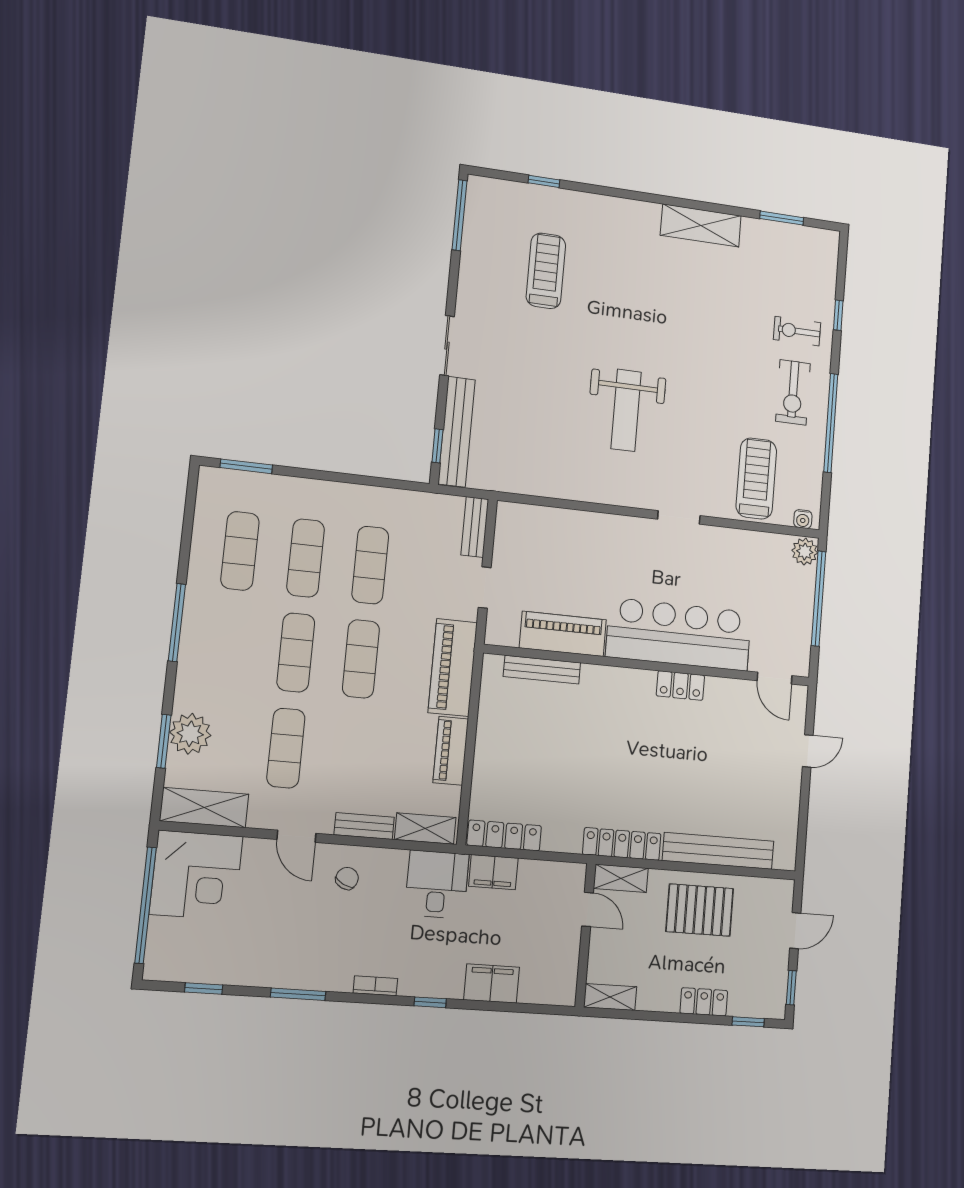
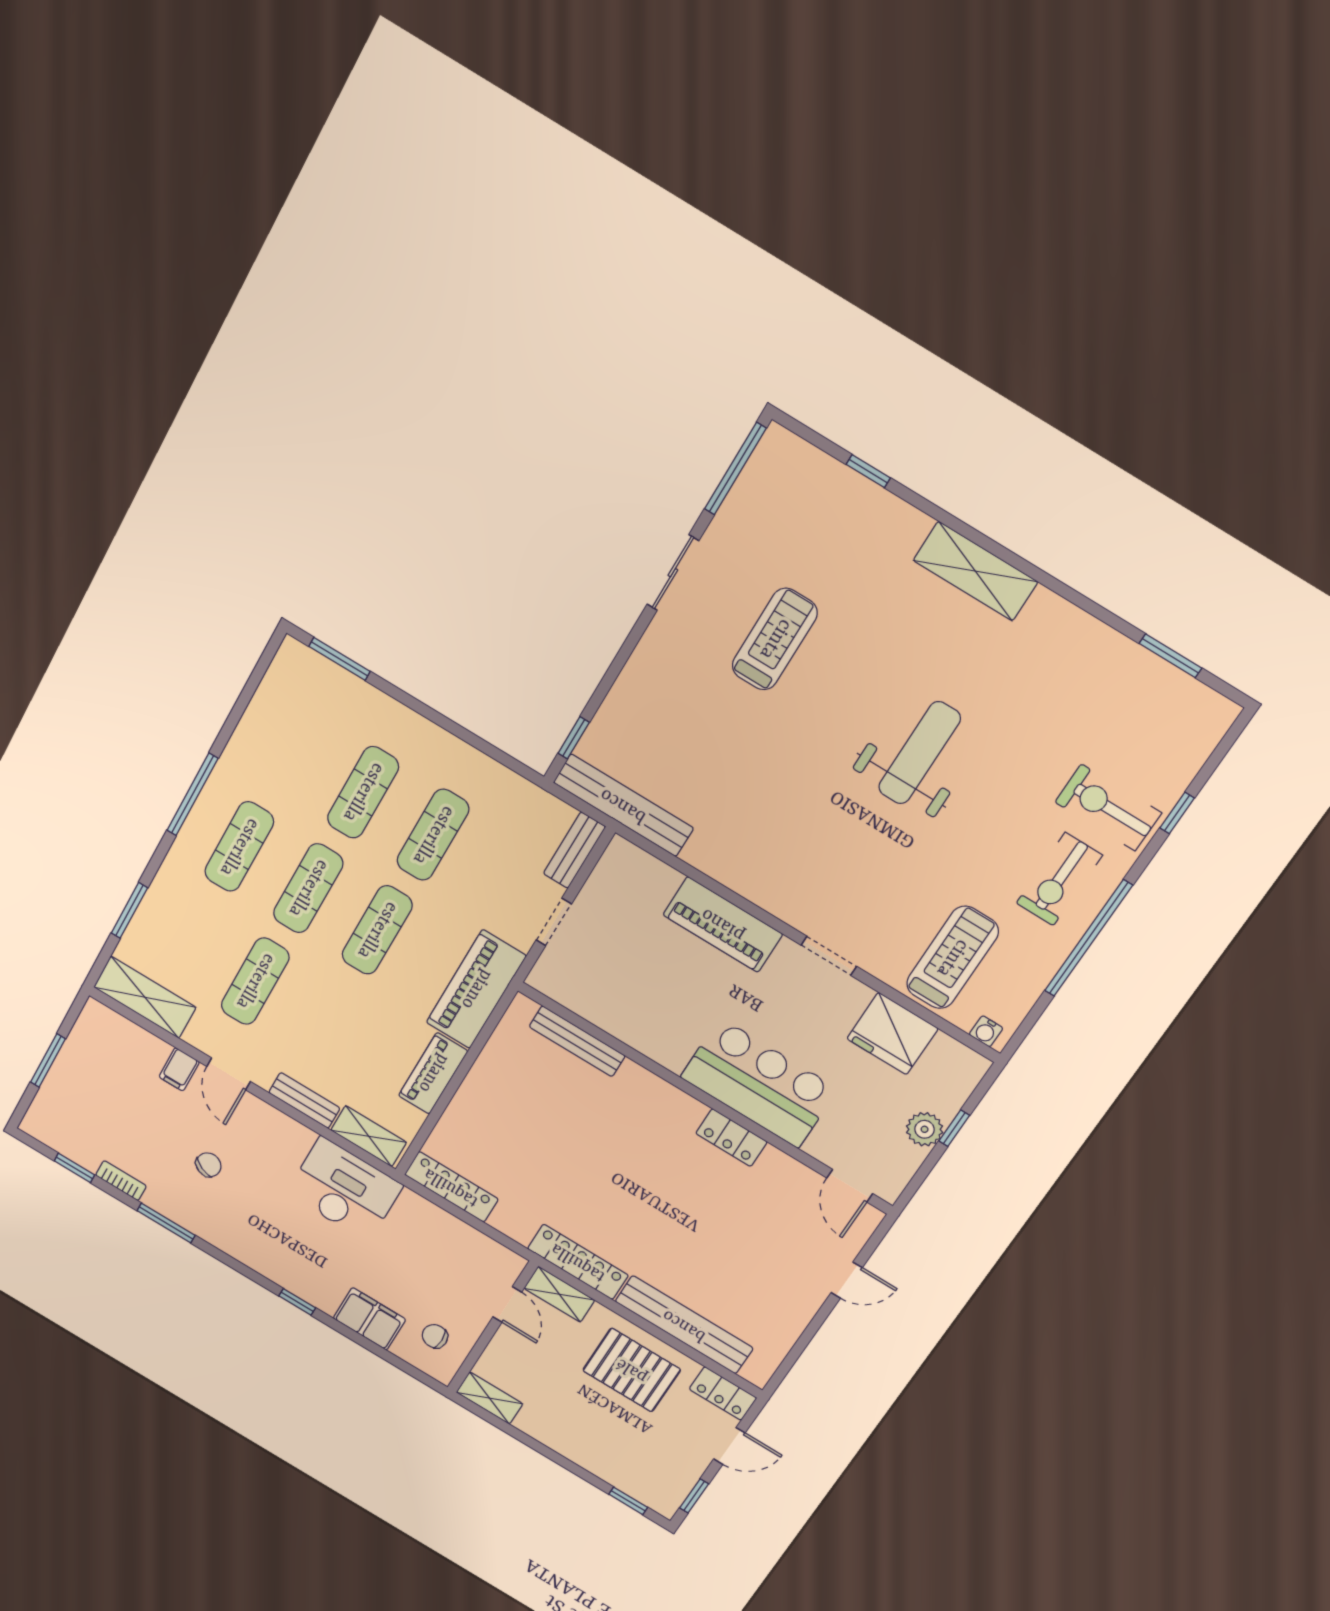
shelving: (701, 225) -> (975, 571), moved
treadmill: (546, 271) -> (775, 639), moved
exercise bike: (797, 331) -> (1108, 808), width x1.38, depth x1.39
sliding door: (447, 346) -> (673, 573), moved
weight bench: (626, 410) -> (920, 753), moved, turned 180
bench: (457, 432) -> (623, 805), moved, turned 90
exercise mat: (240, 551) -> (239, 847), moved
fridge: (746, 552) -> (892, 1034), added
plant: (805, 552) -> (925, 1129), moved
window: (818, 599) -> (954, 1128), width x0.32
piano: (563, 634) -> (723, 924), moved, turned 180
bar counter: (679, 634) -> (759, 1083), width x0.73
plant: (190, 734) -> (160, 916), removed
filing cabinet: (493, 872) -> (179, 1069), moved, width x0.50
corner desk: (196, 875) -> (110, 1058), removed
chair: (347, 878) -> (208, 1165), moved
desk: (437, 884) -> (345, 1189), width x1.37
window: (145, 905) -> (48, 1060), width x0.47
chair: (547, 969) -> (435, 1336), added
bookcase: (375, 986) -> (121, 1181), moved
locker: (704, 1002) -> (723, 1393), moved, turned 180

